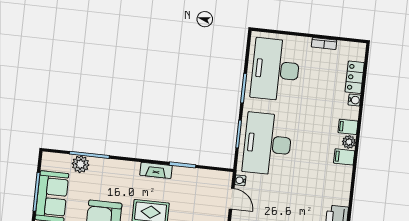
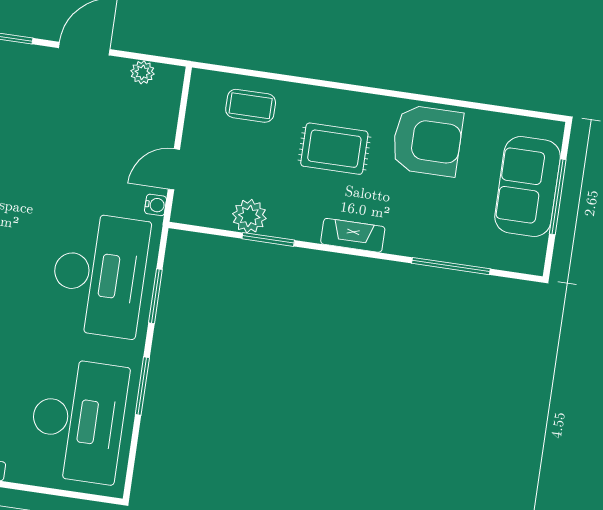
plant: (80, 164) -> (249, 216), moved
fireplace: (156, 170) -> (353, 235), moved
door: (232, 199) -> (174, 169), hinge flipped

